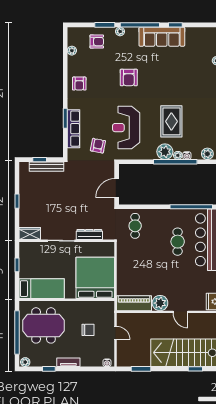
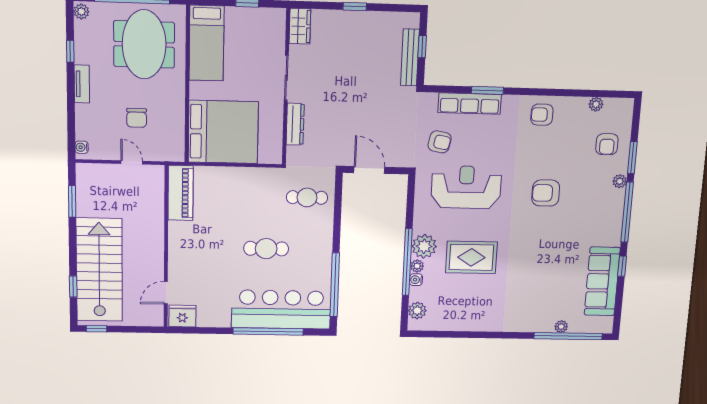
sofa: (162, 37) -> (602, 281), moved
cafe table: (178, 242) -> (266, 249), moved
plant: (160, 303) -> (181, 234), removed
door: (180, 312) -> (166, 293), moved
door: (116, 333) -> (132, 162), swing flipped

